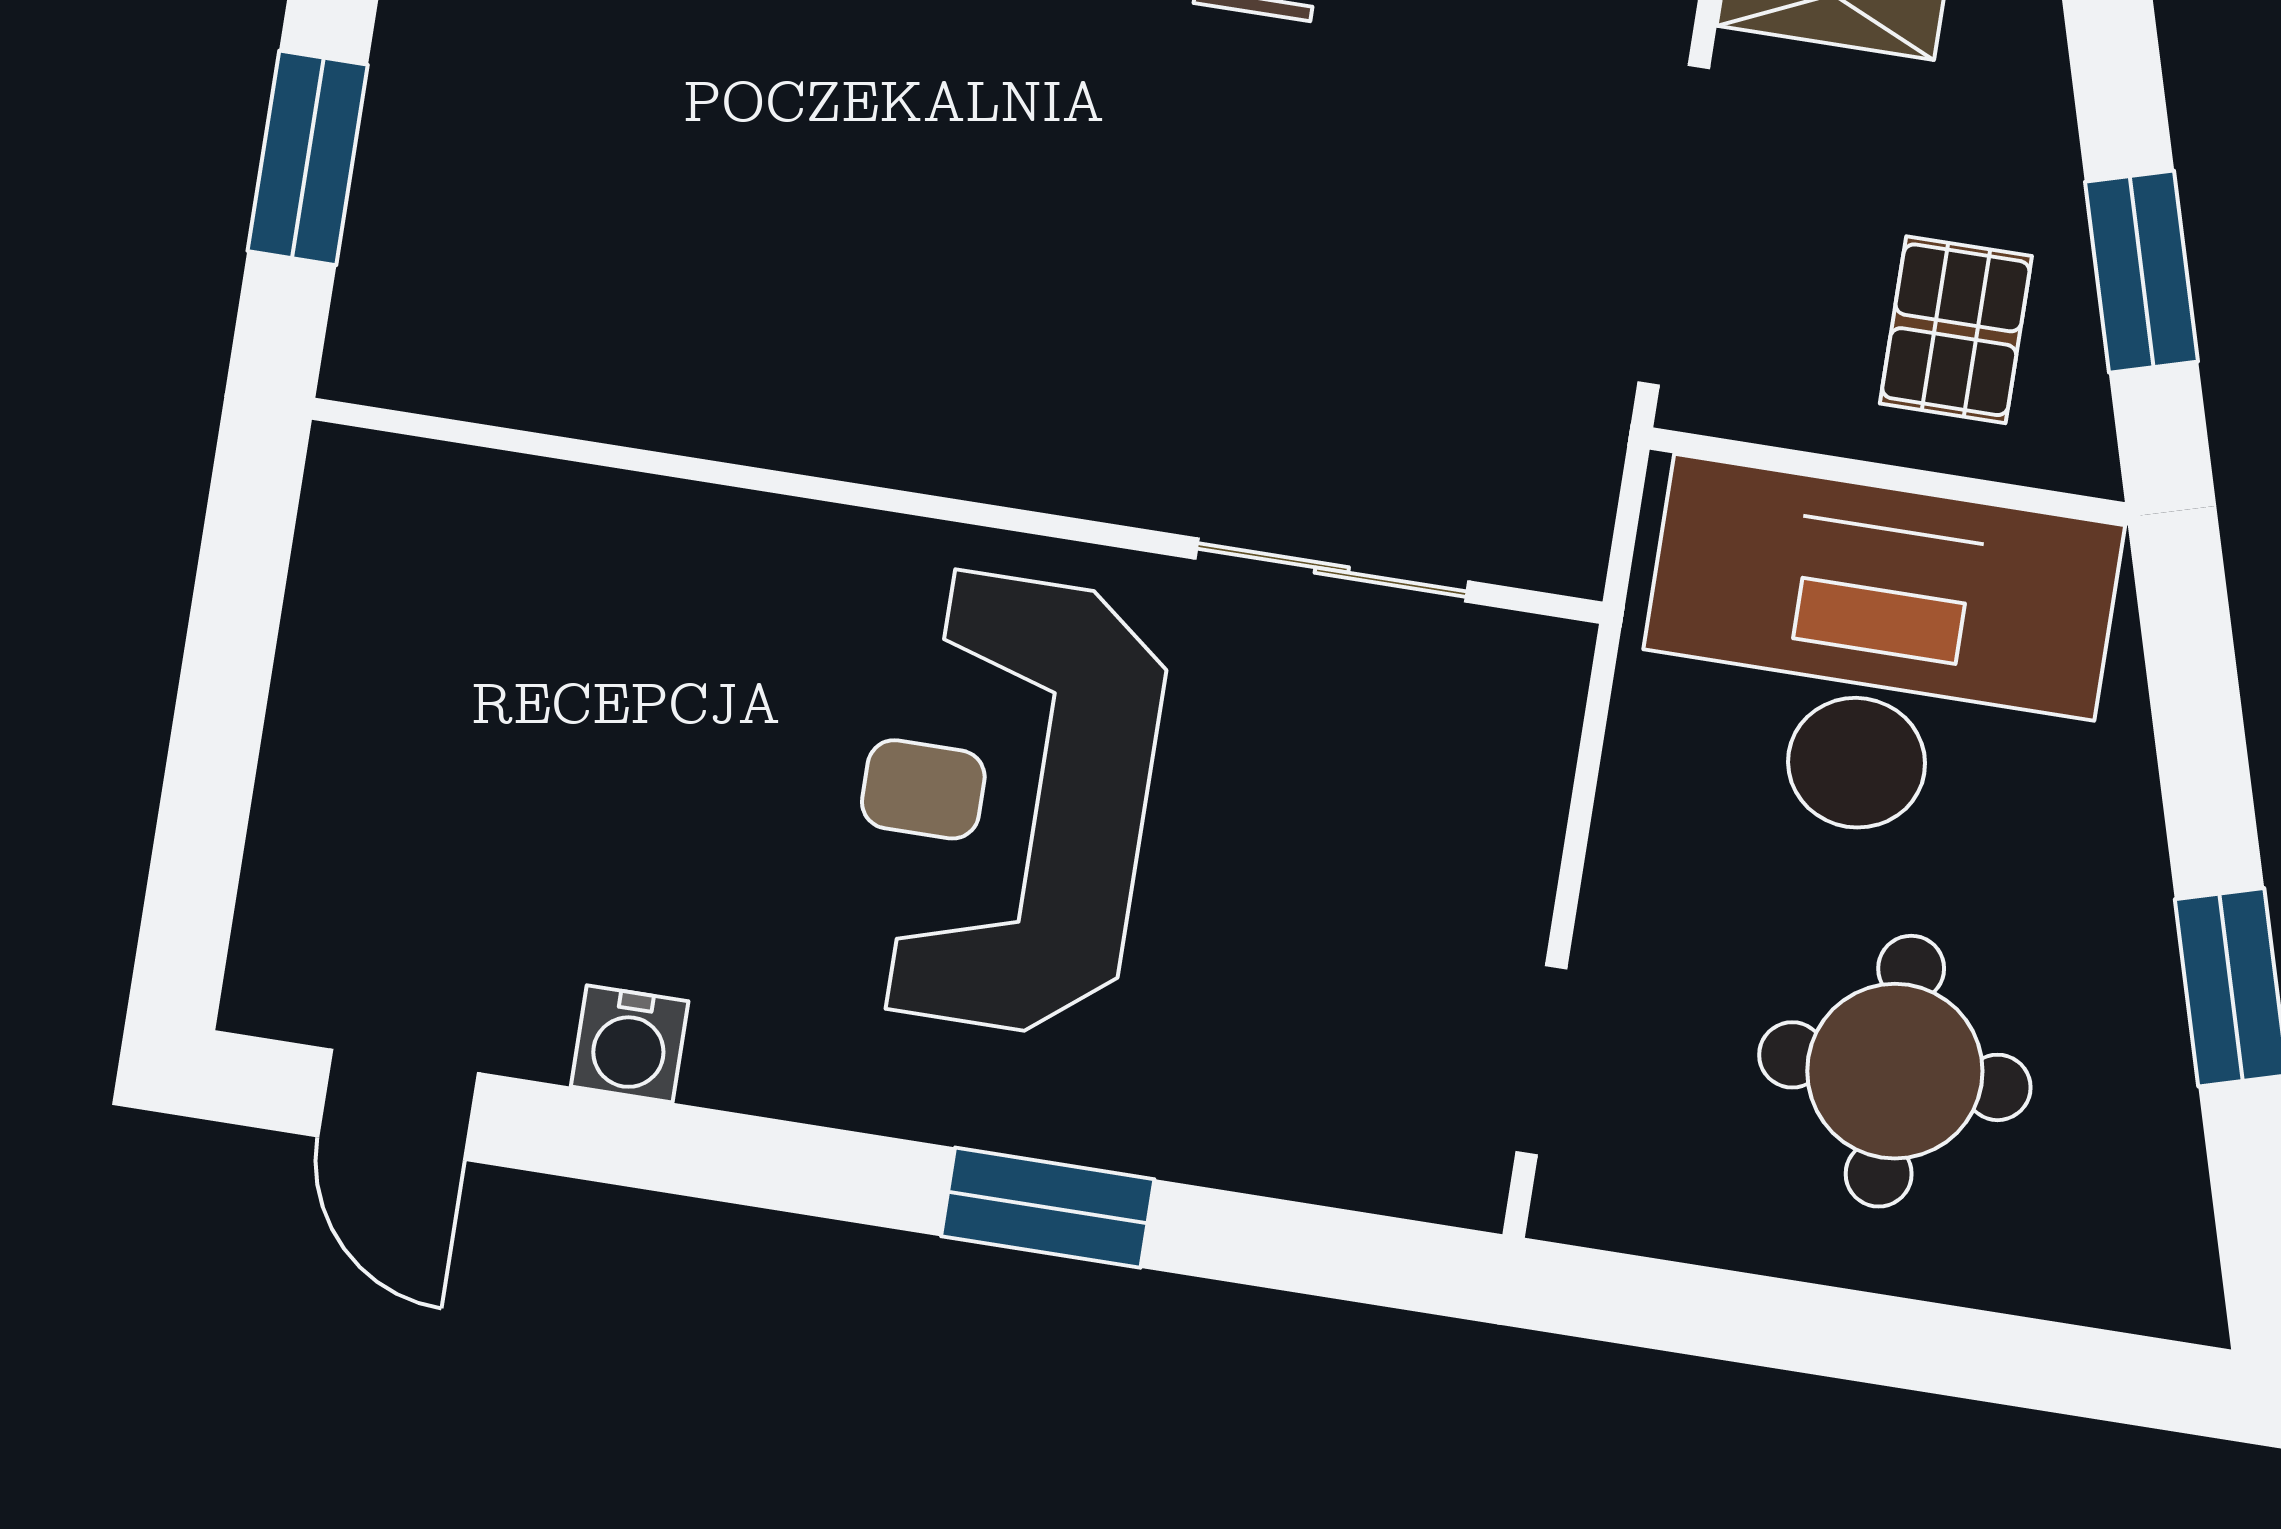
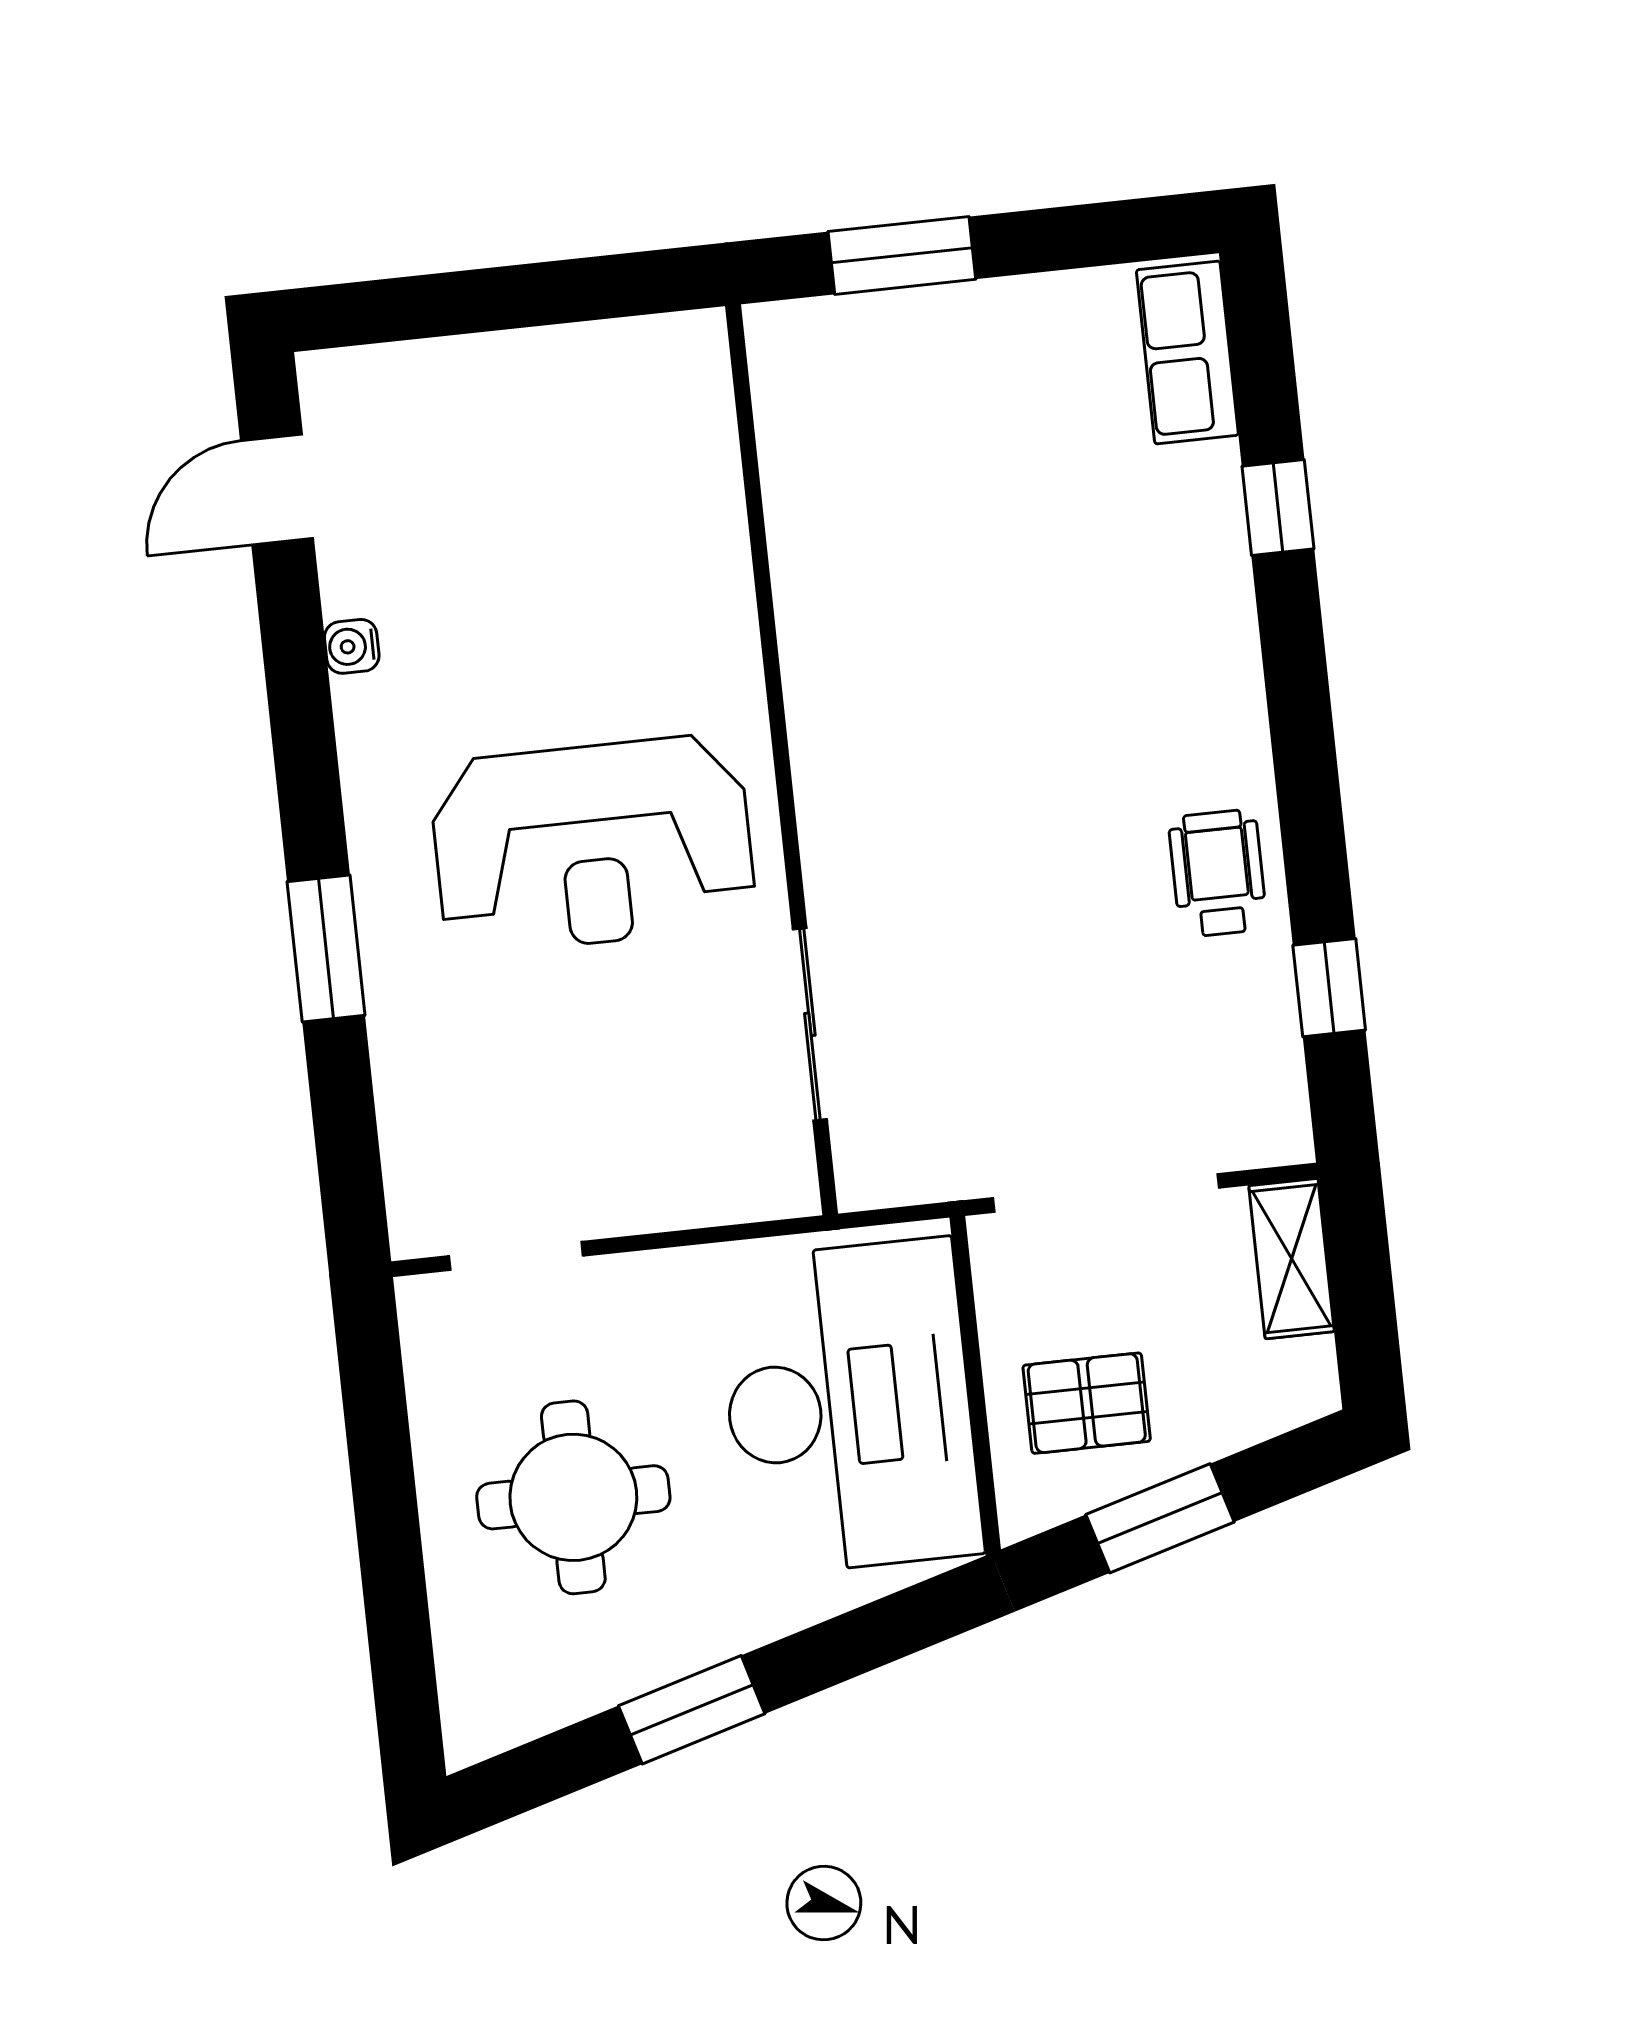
reception desk: (1004, 802) -> (593, 844), turned 180
water cooler: (630, 1044) -> (352, 646), width x0.72, depth x0.72

